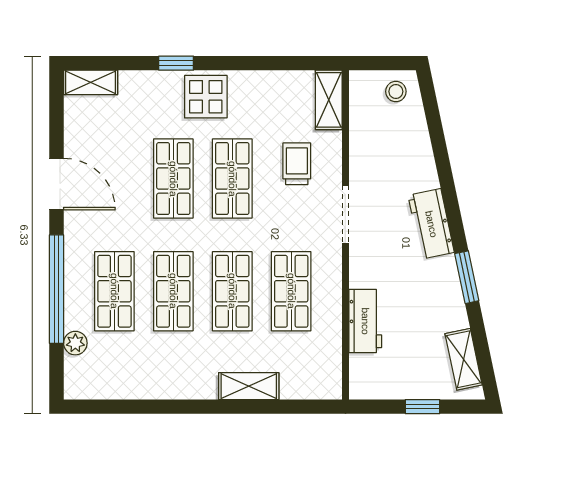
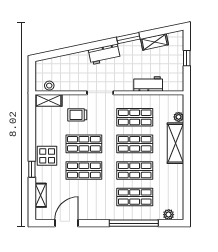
shelving: (91, 82) -> (41, 195), moved
stool: (396, 91) -> (49, 86), moved
door: (56, 184) -> (66, 223), moved
plant: (75, 343) -> (169, 215), moved
shelving: (464, 359) -> (154, 42), moved
shelving: (249, 386) -> (175, 143), width x1.50, depth x1.33
plant: (292, 389) -> (179, 117), added

